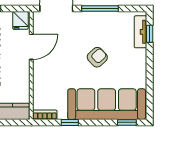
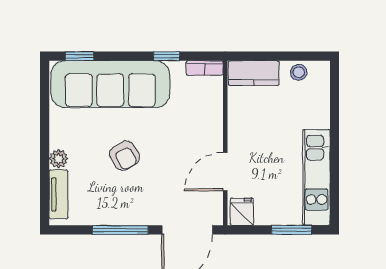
window: (150, 34) -> (45, 192), removed
plant: (141, 55) -> (59, 159), added
armchair: (97, 57) -> (125, 156), turned -77

